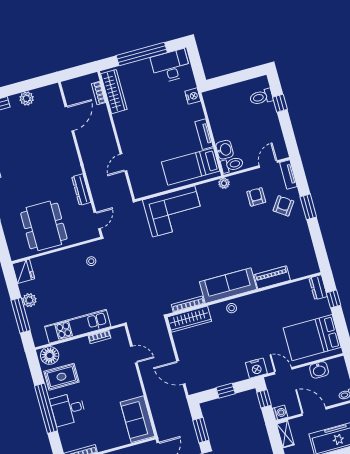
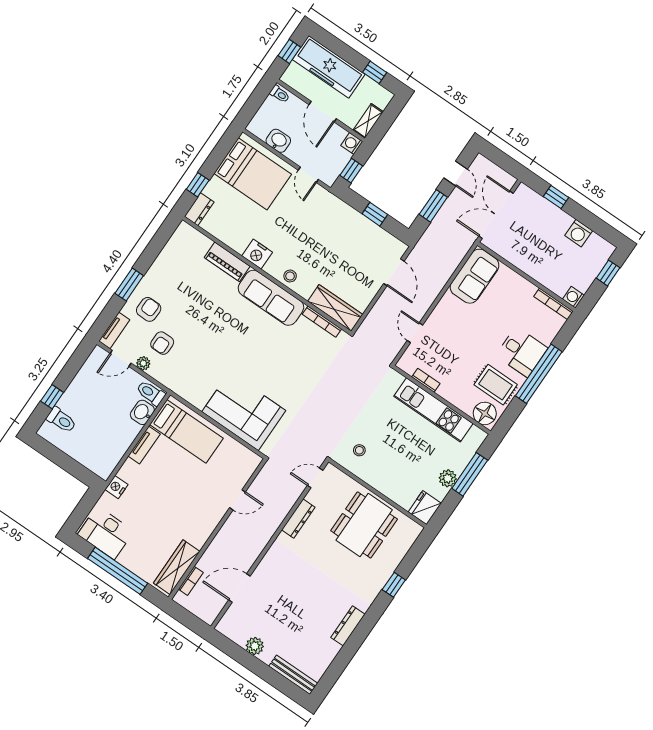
plant: (224, 183) -> (143, 363), moved
armchair: (283, 206) -> (149, 309), turned 146
nightstand: (256, 368) -> (257, 254), moved, turned 180

